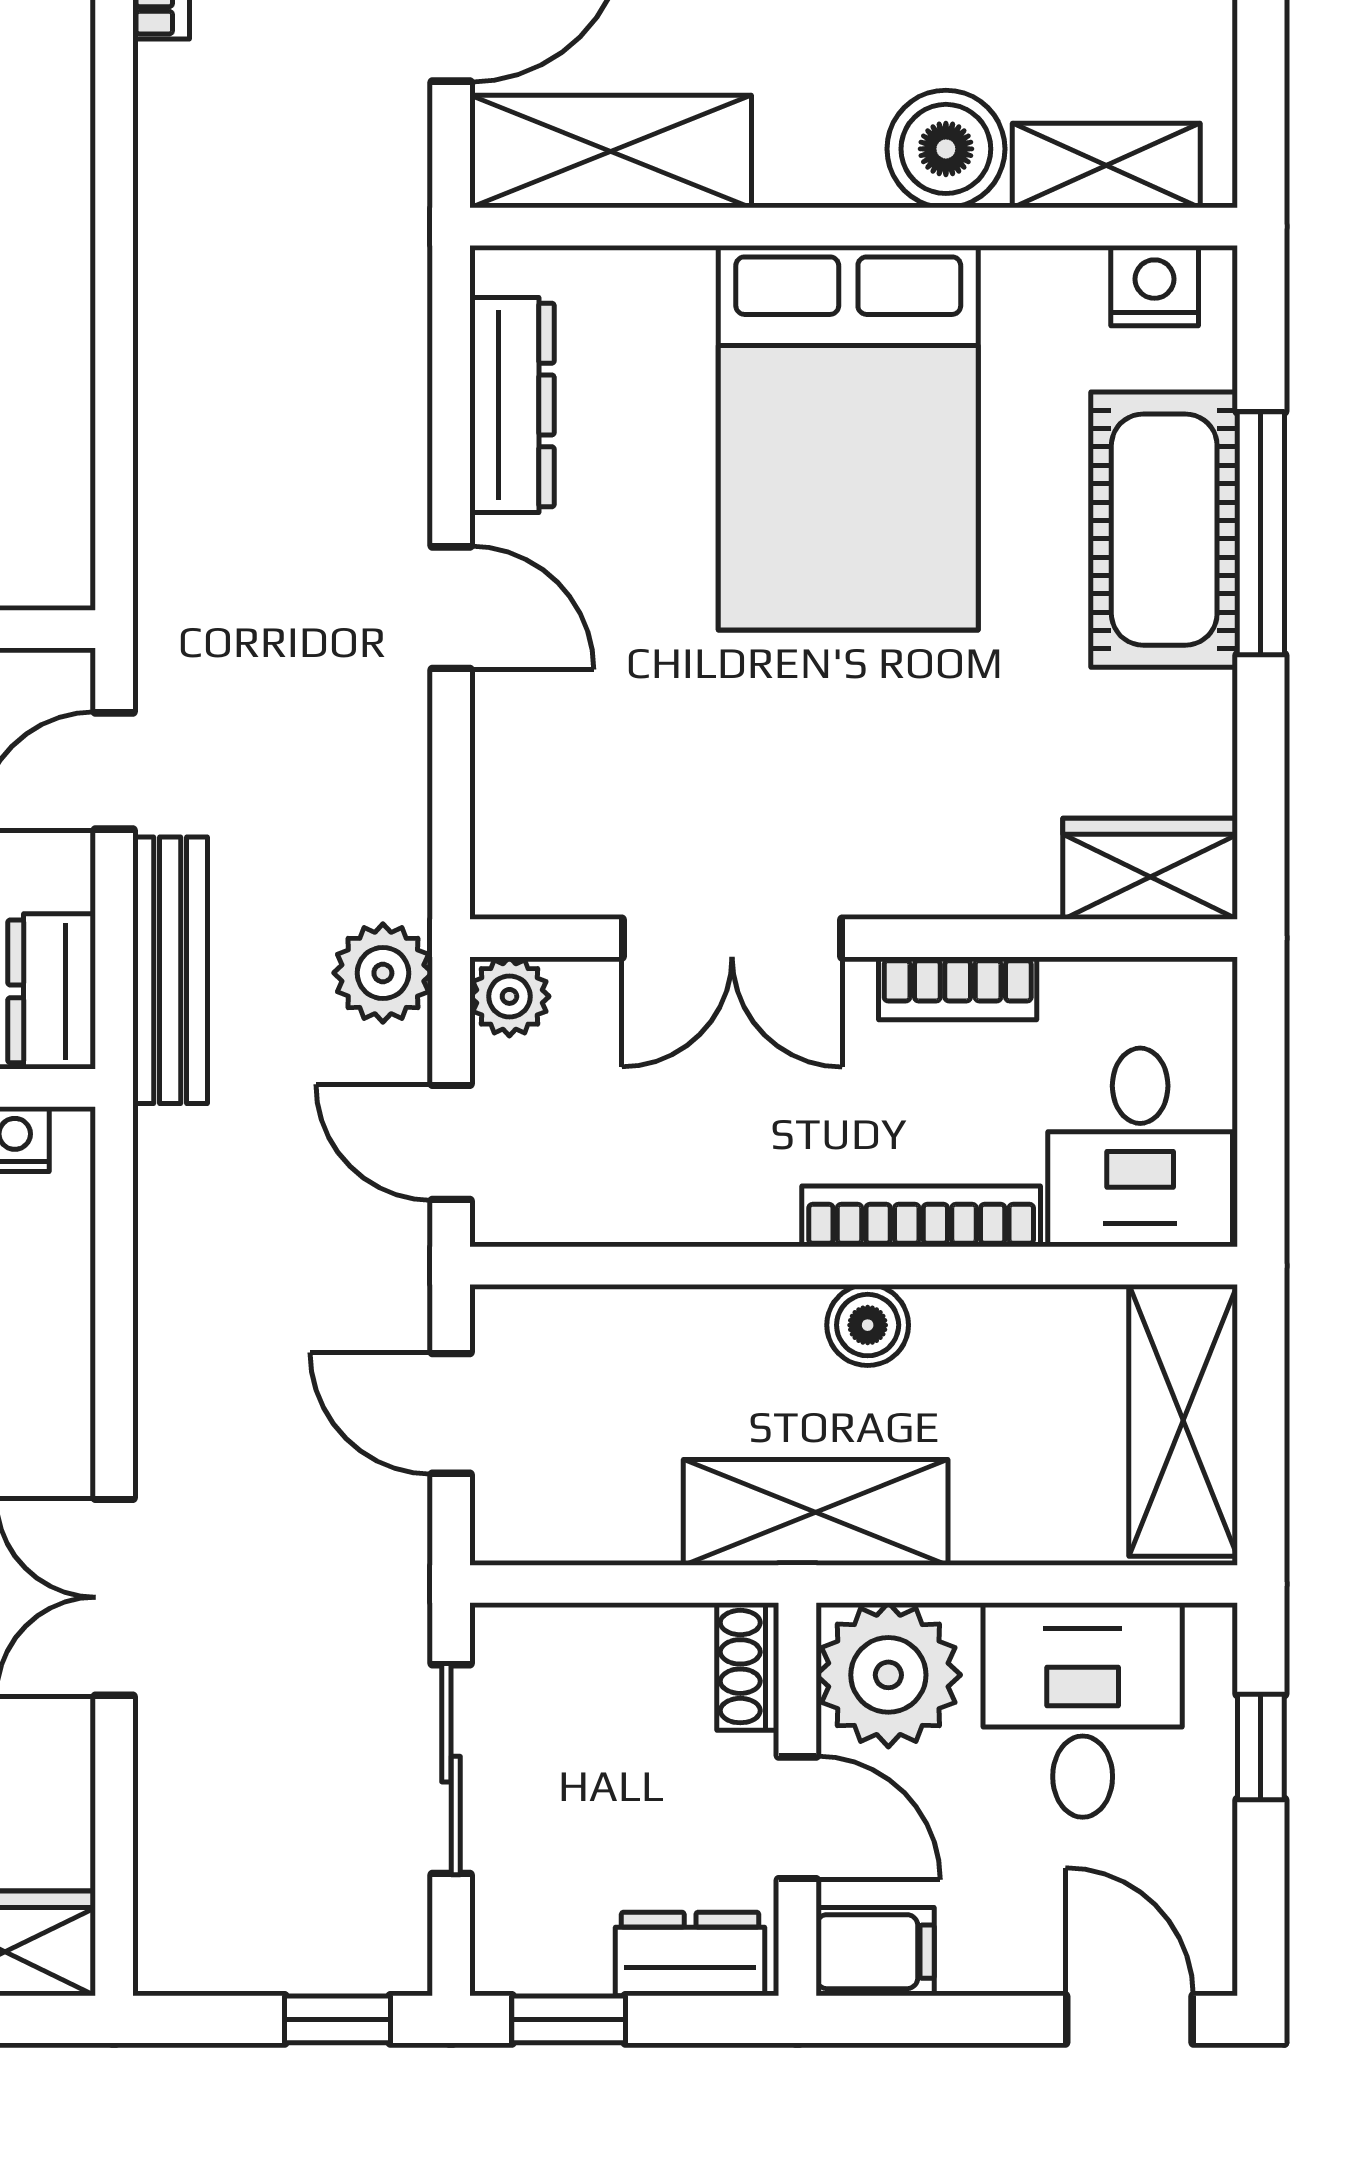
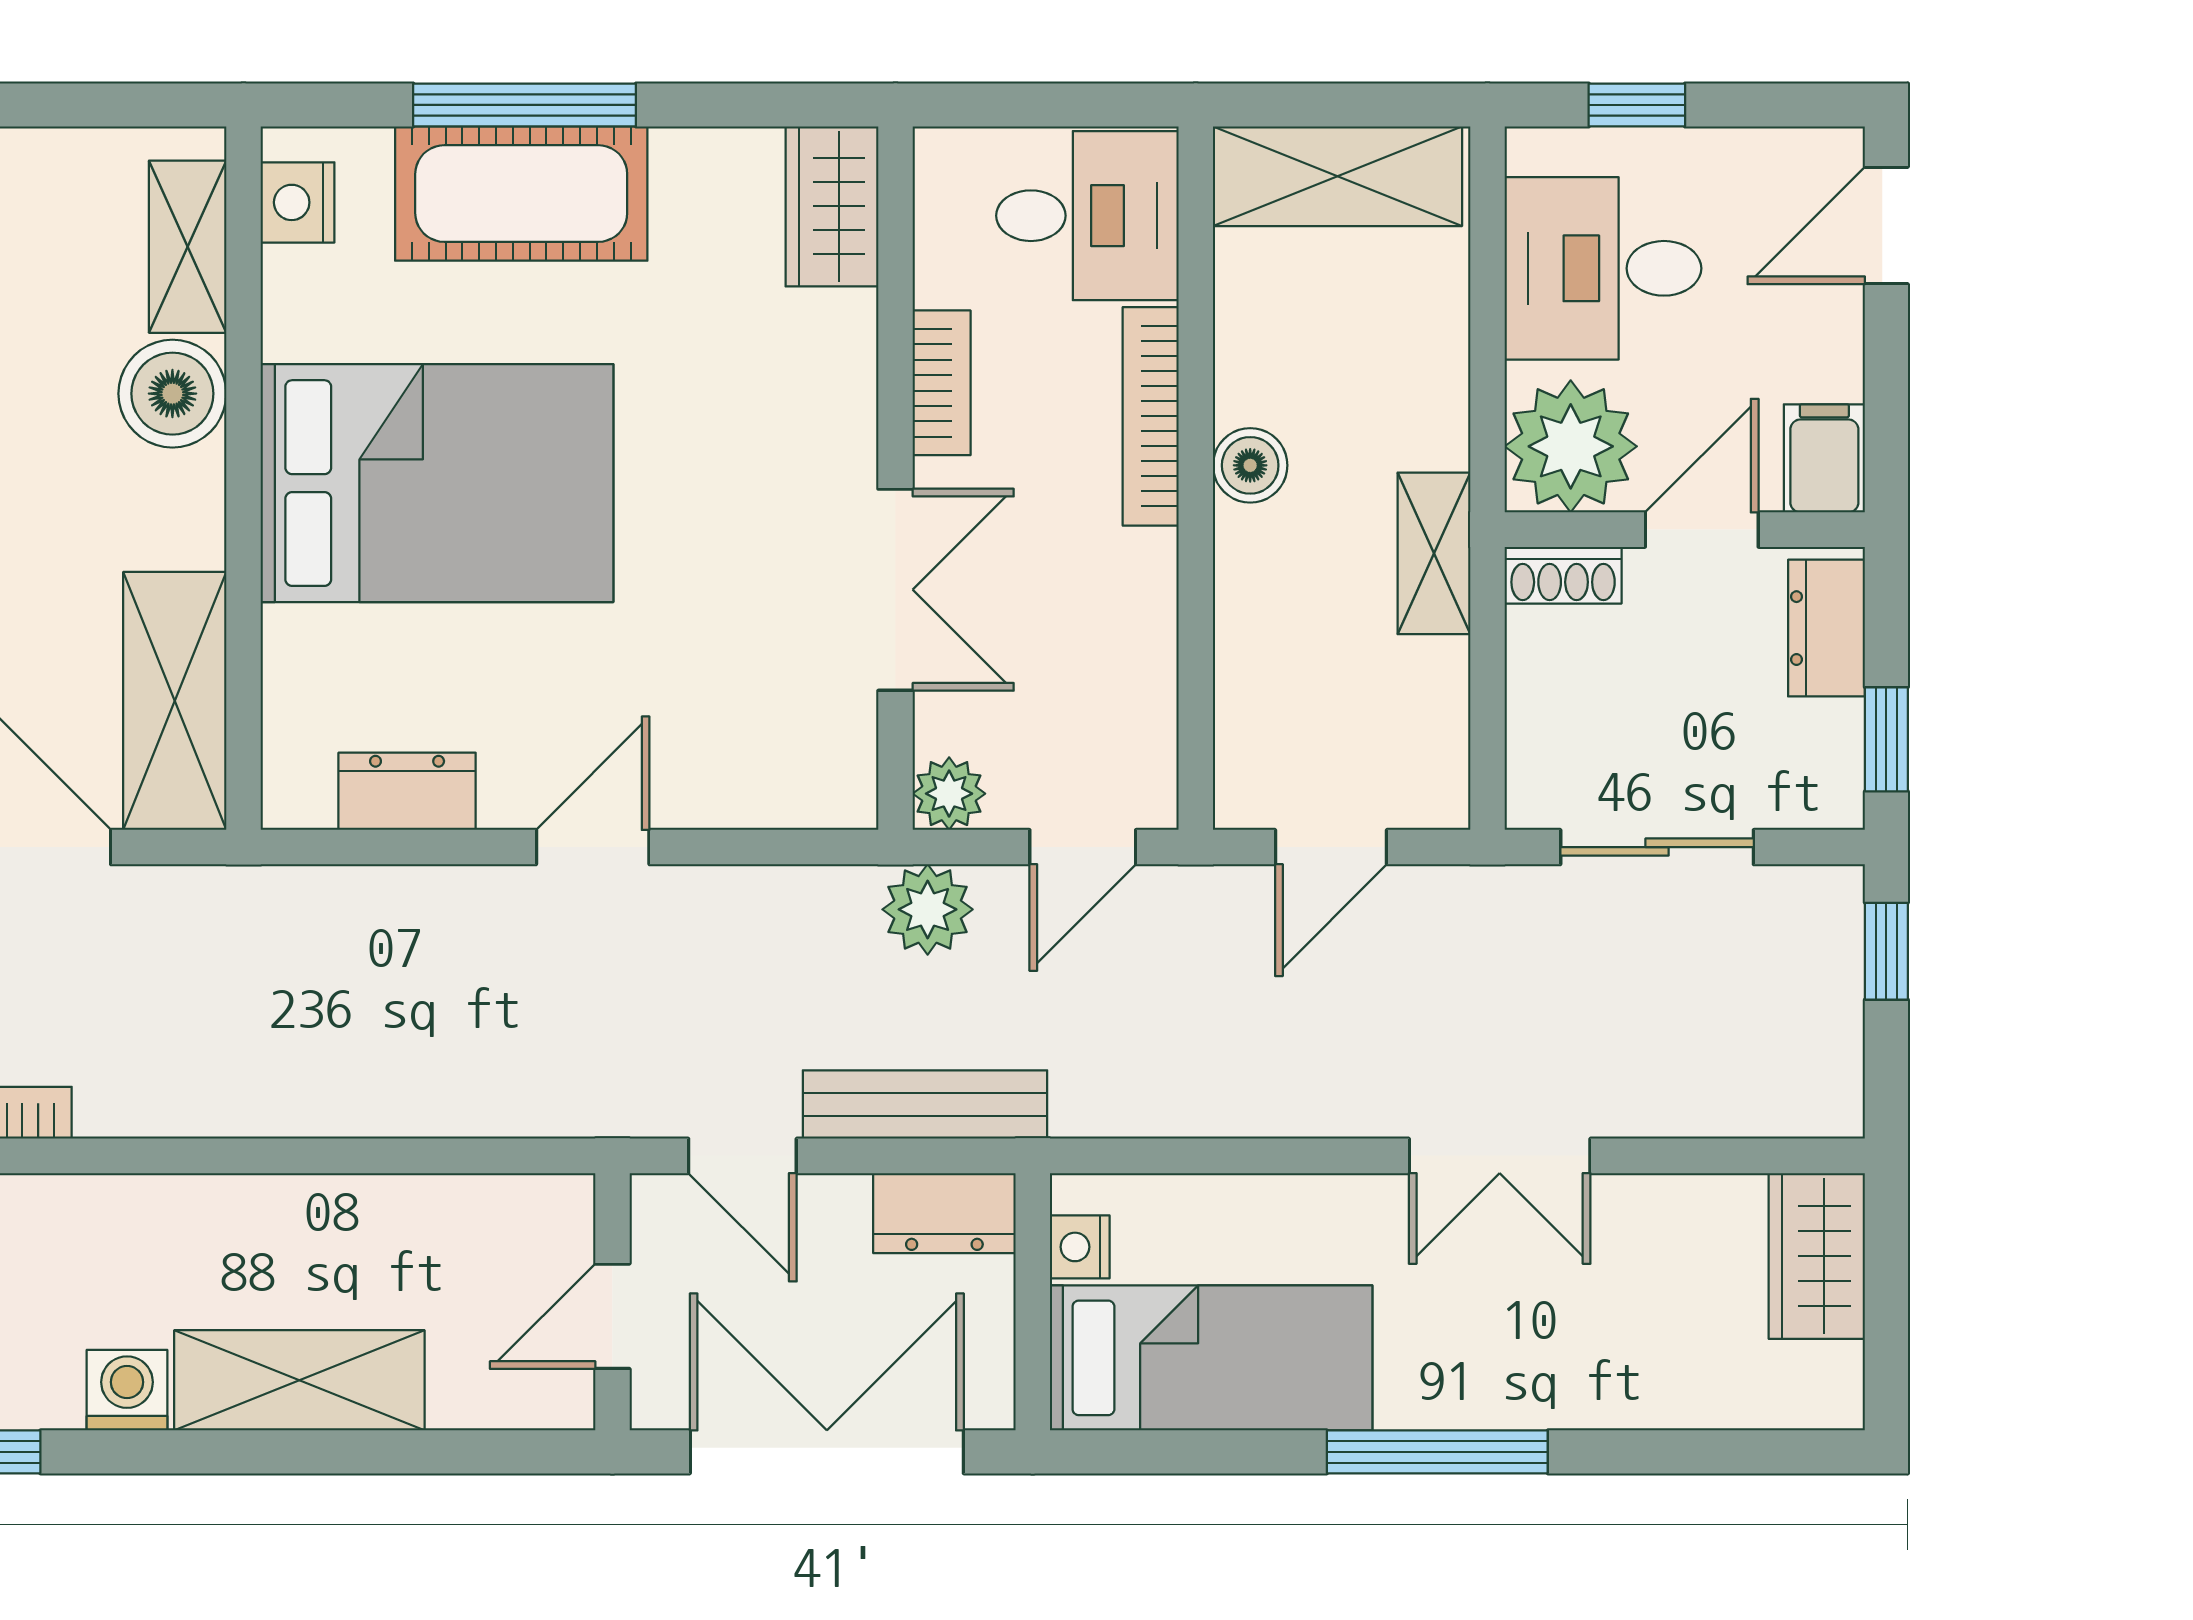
dresser: (512, 405) -> (407, 791), width x0.70
shelving: (816, 1512) -> (1434, 553), width x0.67, depth x0.75

